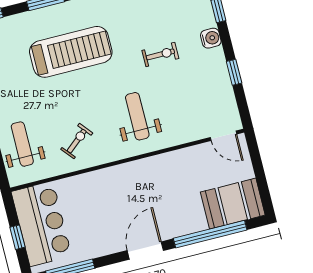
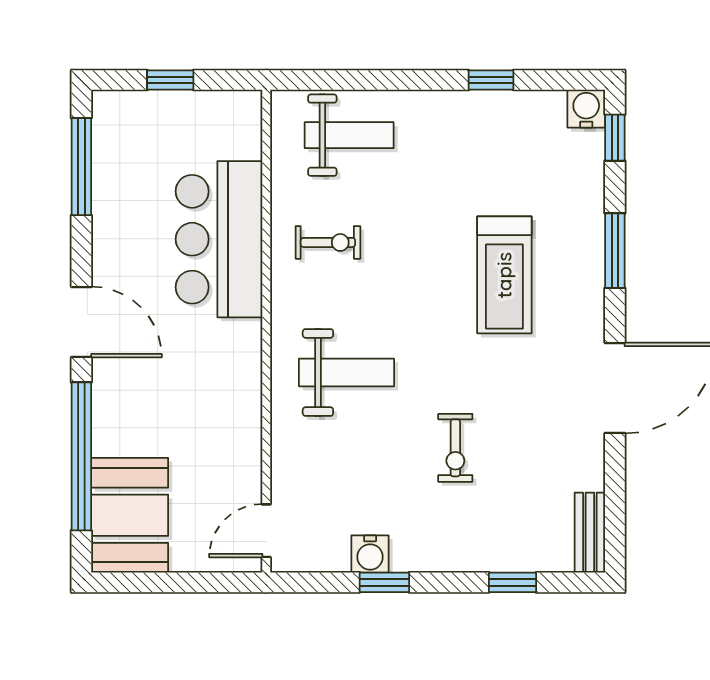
water cooler: (211, 38) -> (370, 554), moved
treadmill: (71, 52) -> (504, 275), width x0.73, depth x0.73
exercise bike: (77, 141) -> (328, 242), turned -50
bar counter: (41, 224) -> (219, 239), moved, turned 90

